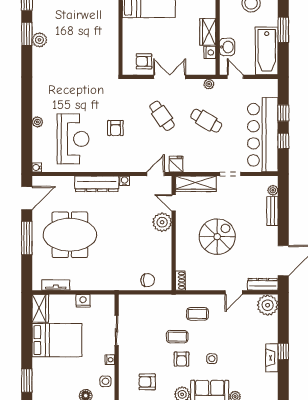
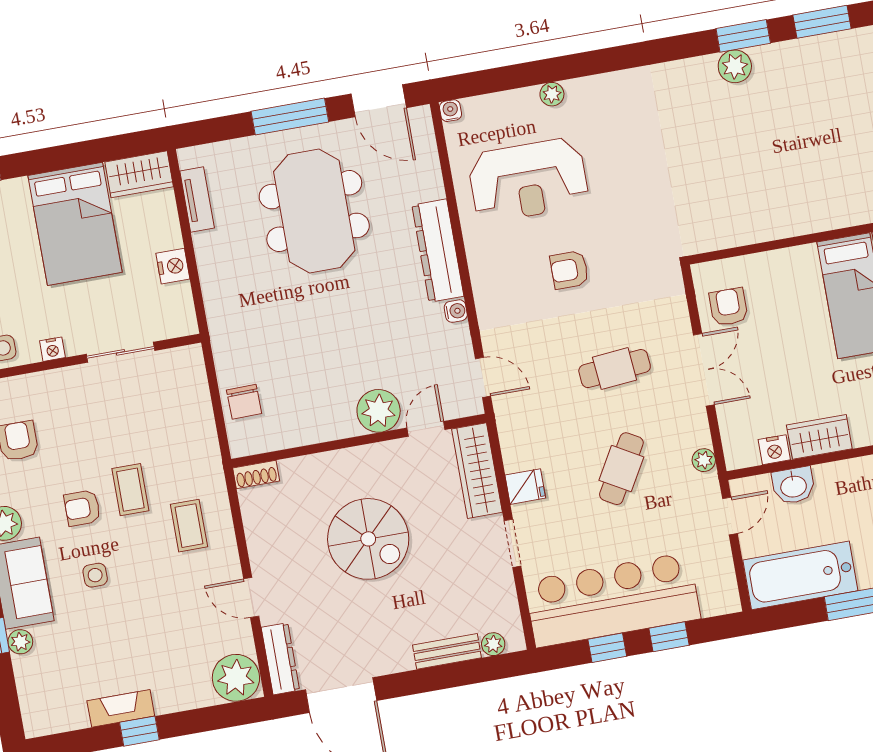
cafe table: (162, 116) -> (615, 369), turned 30
fridge: (176, 164) -> (525, 487), moved

